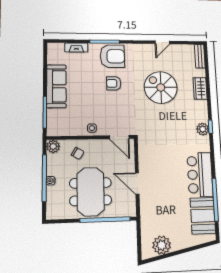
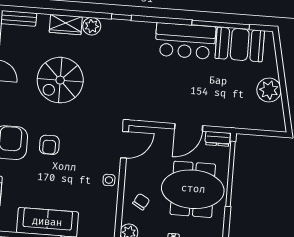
plant: (203, 129) -> (92, 26), moved
dresser: (131, 207) -> (218, 139), added
plant: (162, 245) -> (269, 90), moved

